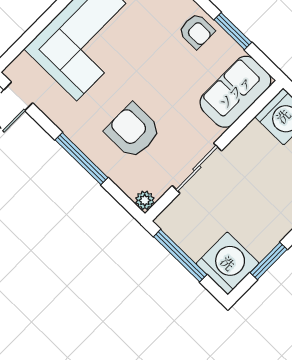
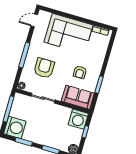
armchair: (197, 31) -> (80, 72), moved

